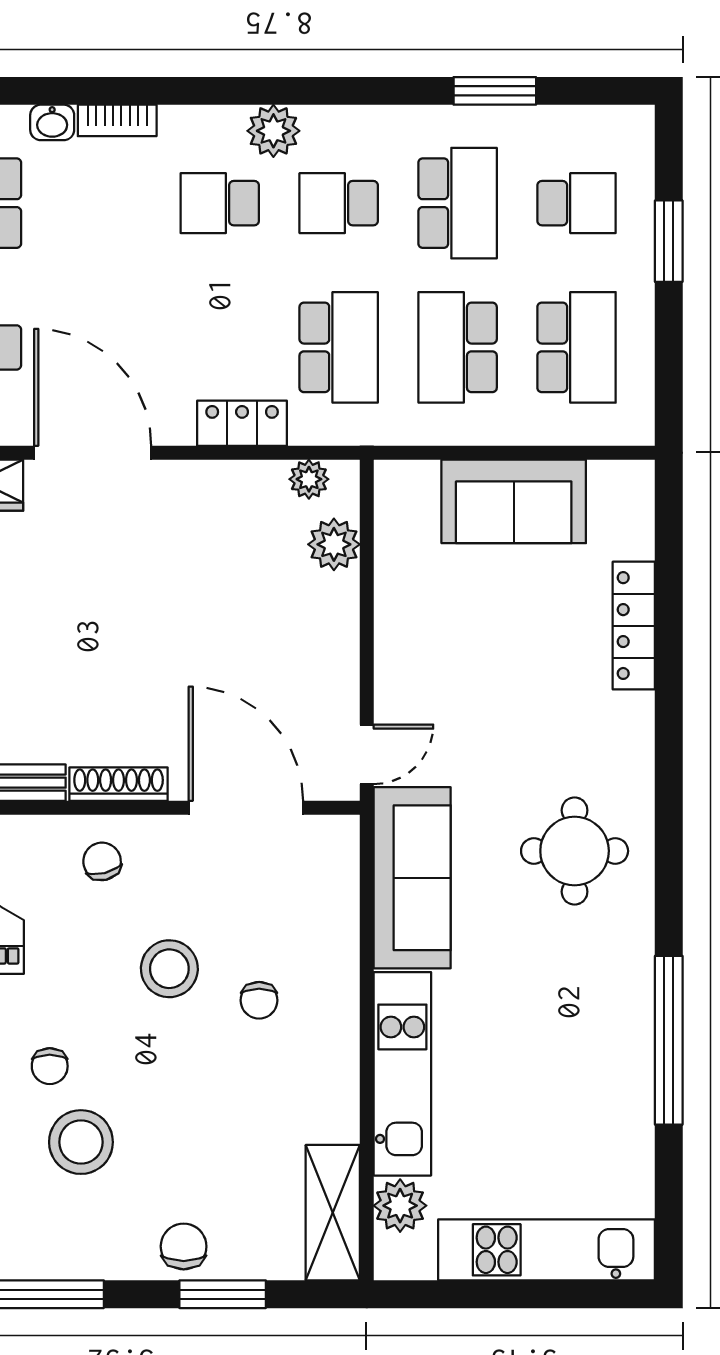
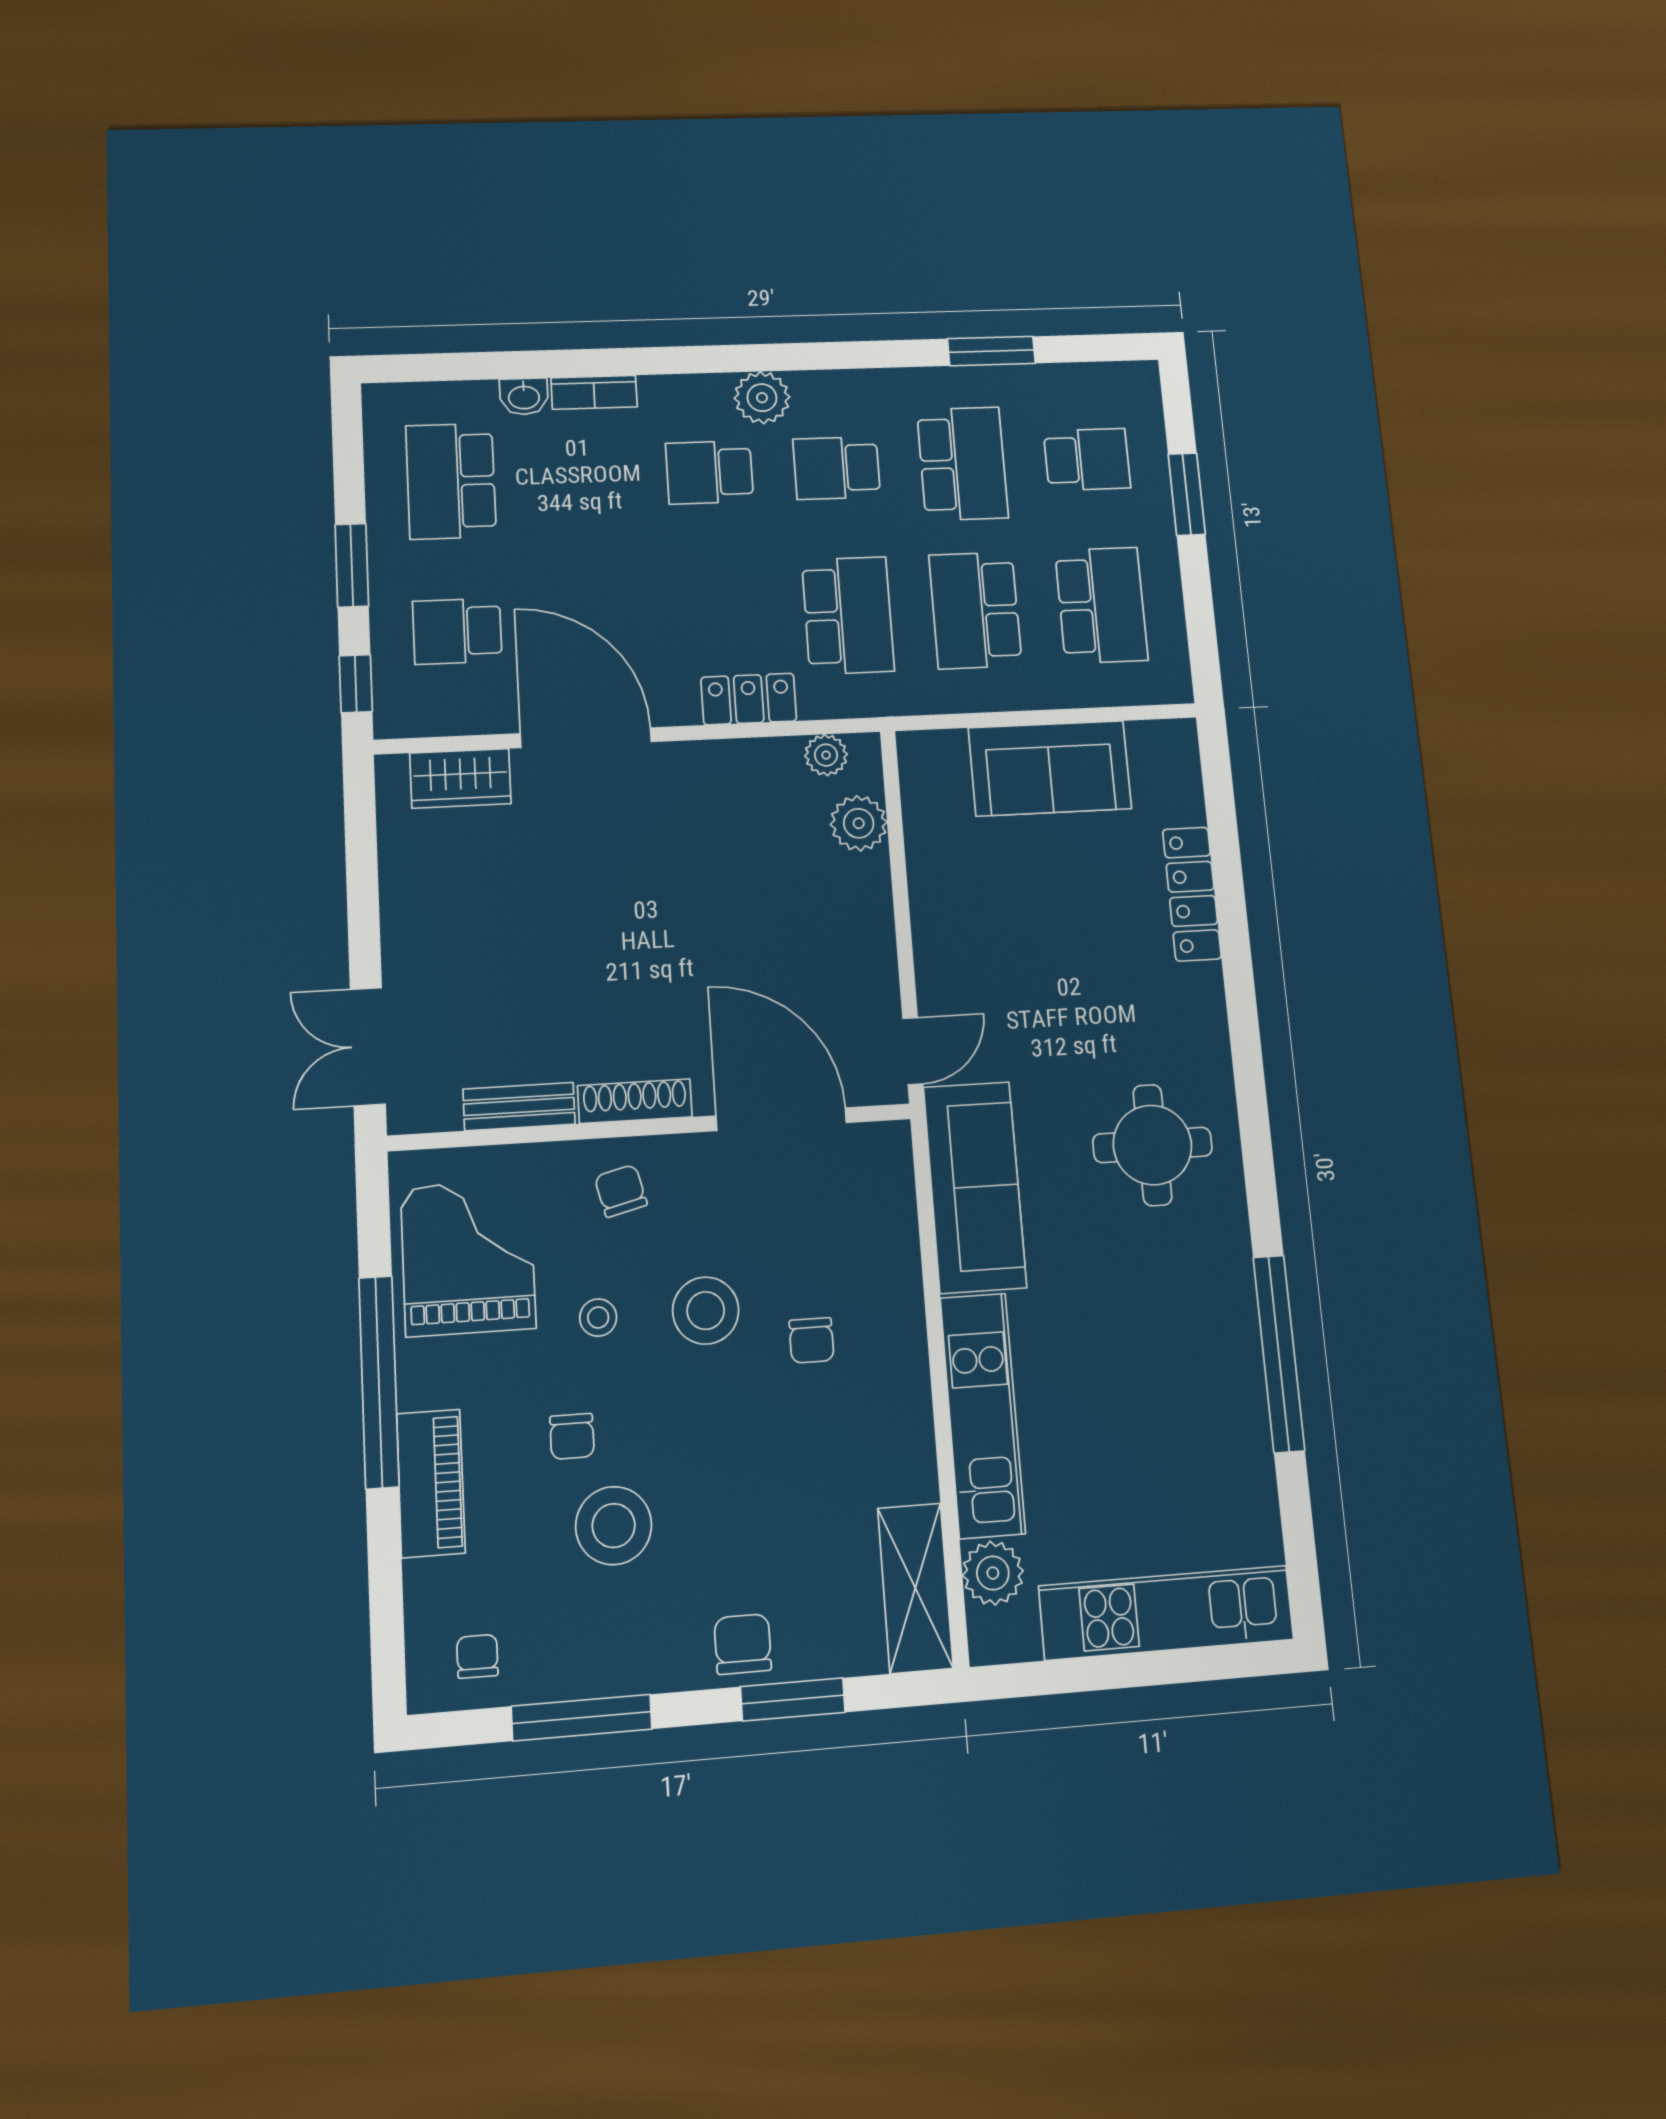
stool: (77, 968) -> (598, 1318), added

